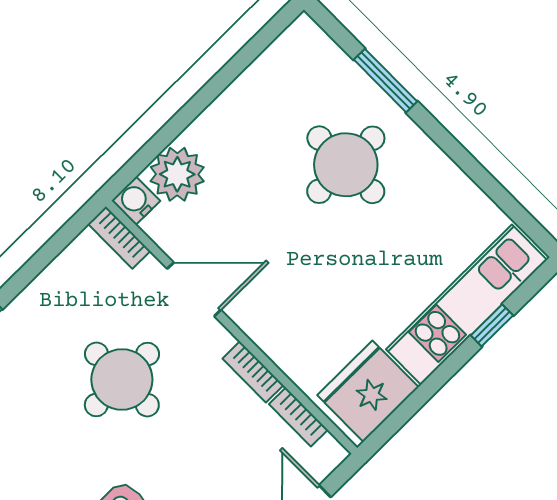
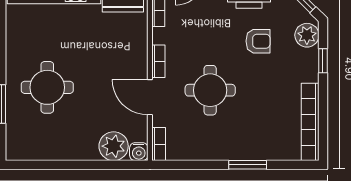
bookcase: (253, 372) -> (158, 61), moved

